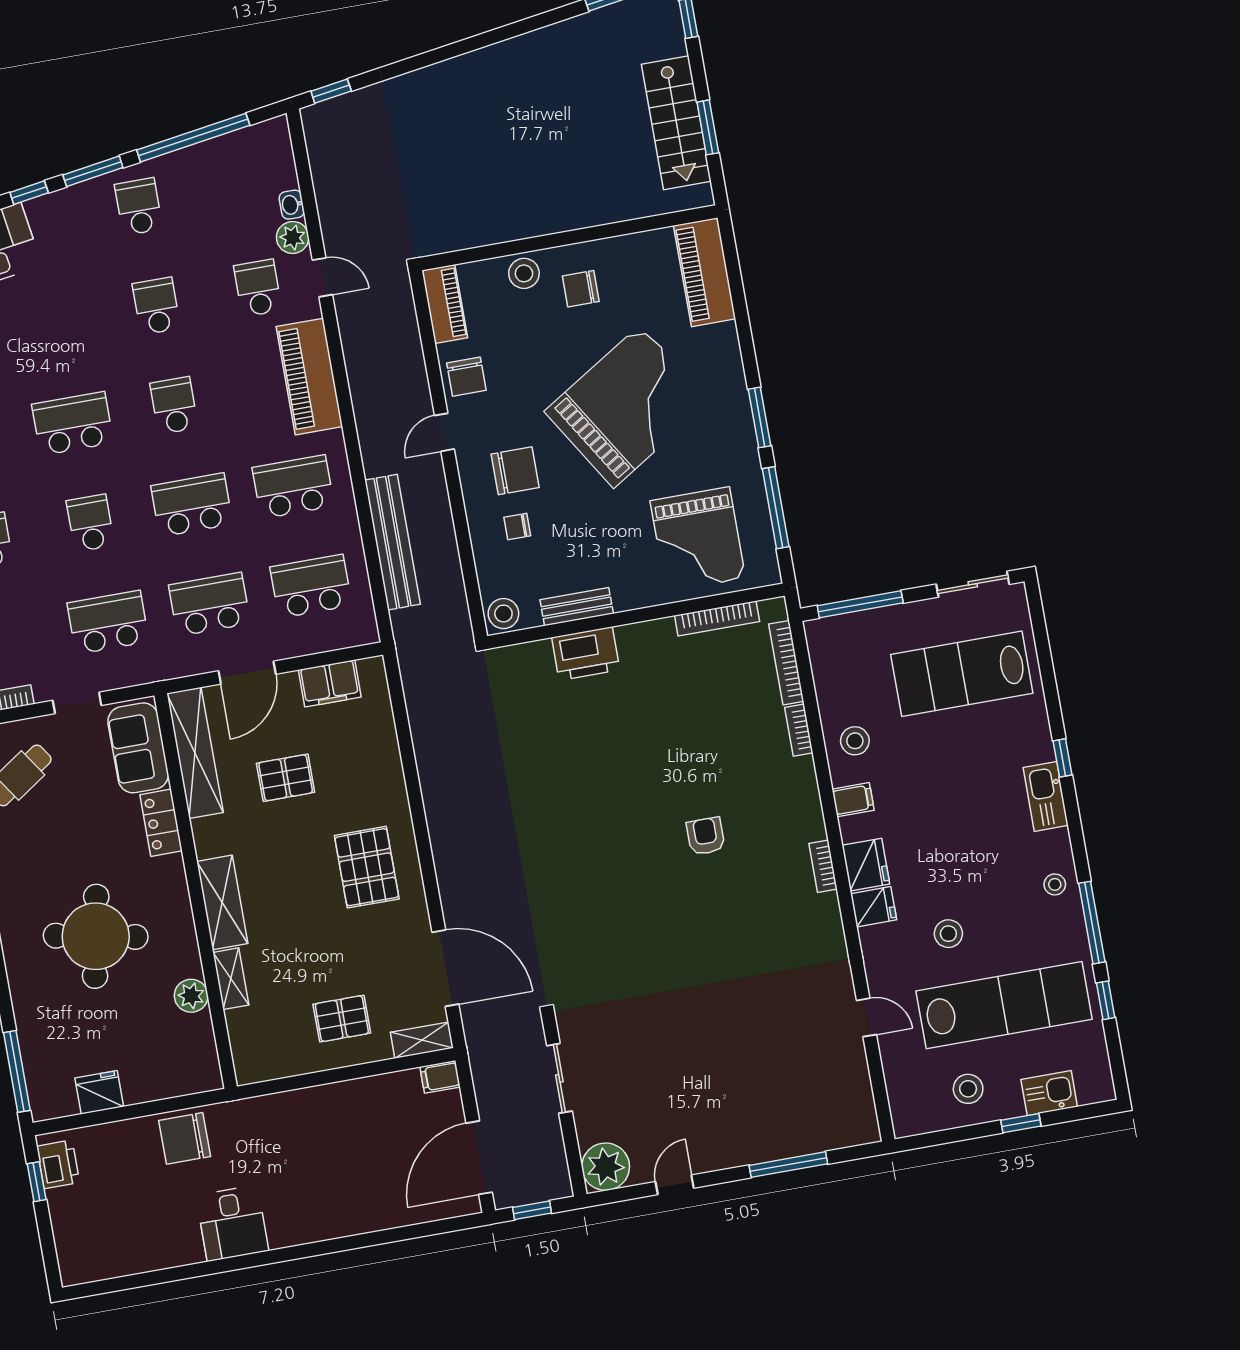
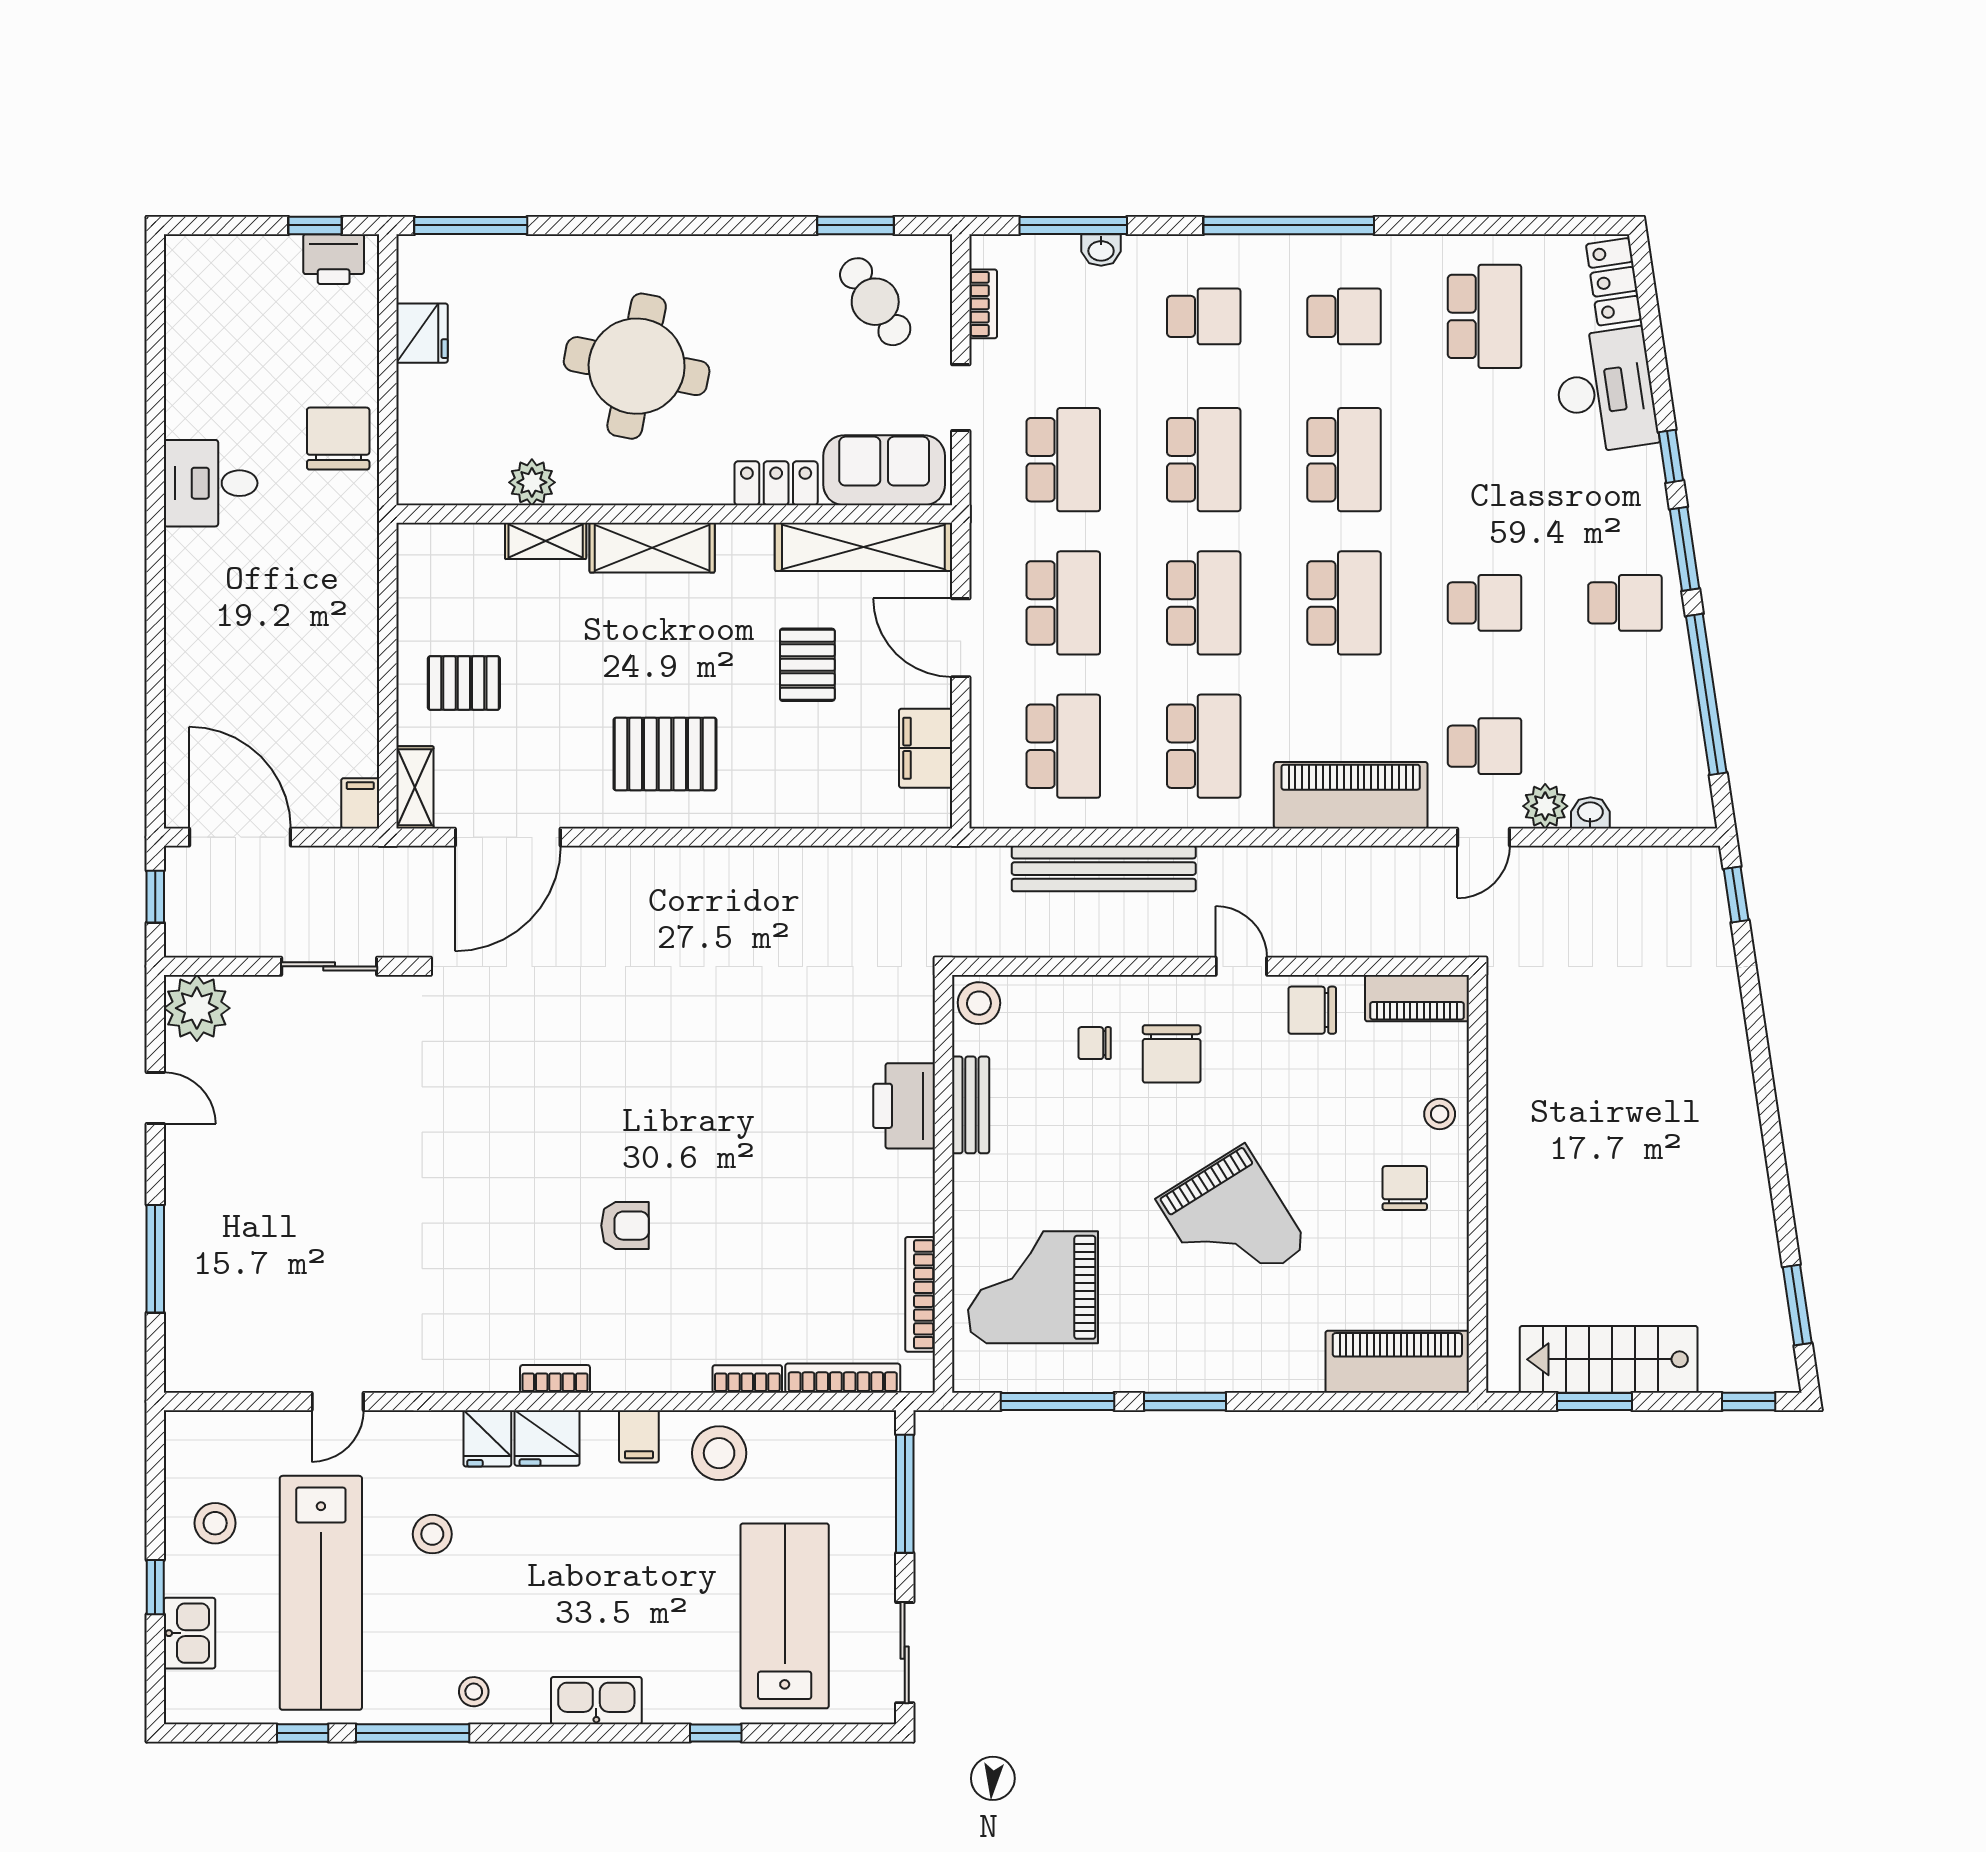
stool: (524, 273) -> (1440, 1114), width x0.73, depth x0.73
school desk: (174, 405) -> (1344, 603), width x1.85
grand piano: (627, 406) -> (1232, 1223), width x0.73, depth x0.68
school desk: (90, 523) -> (1204, 460), width x1.85
chair: (517, 527) -> (1095, 1043), turned -90
stool: (855, 741) -> (719, 1453), width x1.38, depth x1.38
window: (1062, 758) -> (716, 1733), moved
pallet: (342, 1019) -> (464, 683), turned 90

